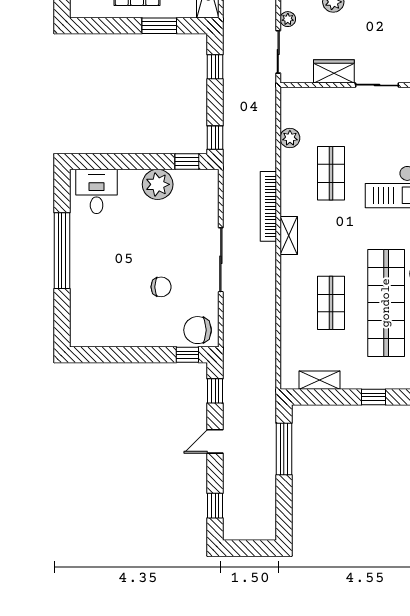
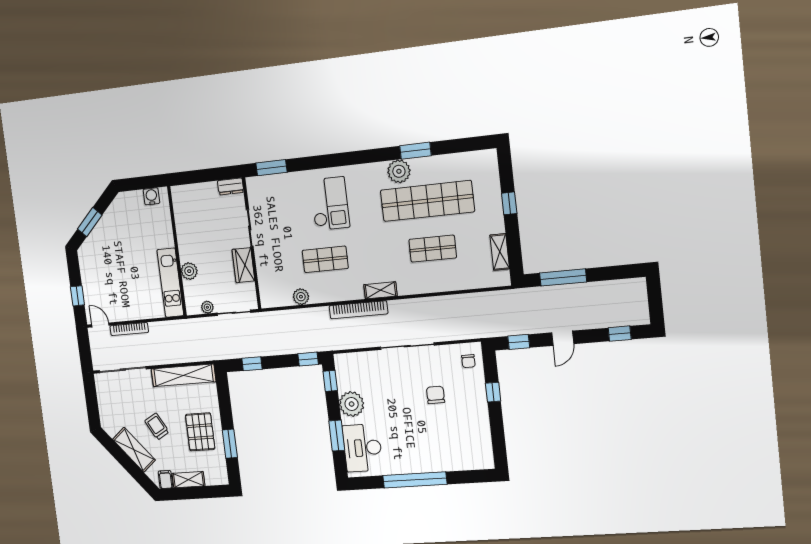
window: (159, 26) -> (230, 444), moved
window: (121, 162) -> (337, 436), added
desk: (97, 191) -> (363, 448), width x1.37
chair: (198, 330) -> (468, 361), width x0.54, depth x0.54
window: (187, 355) -> (493, 392), moved
door: (215, 441) -> (563, 338), hinge flipped

